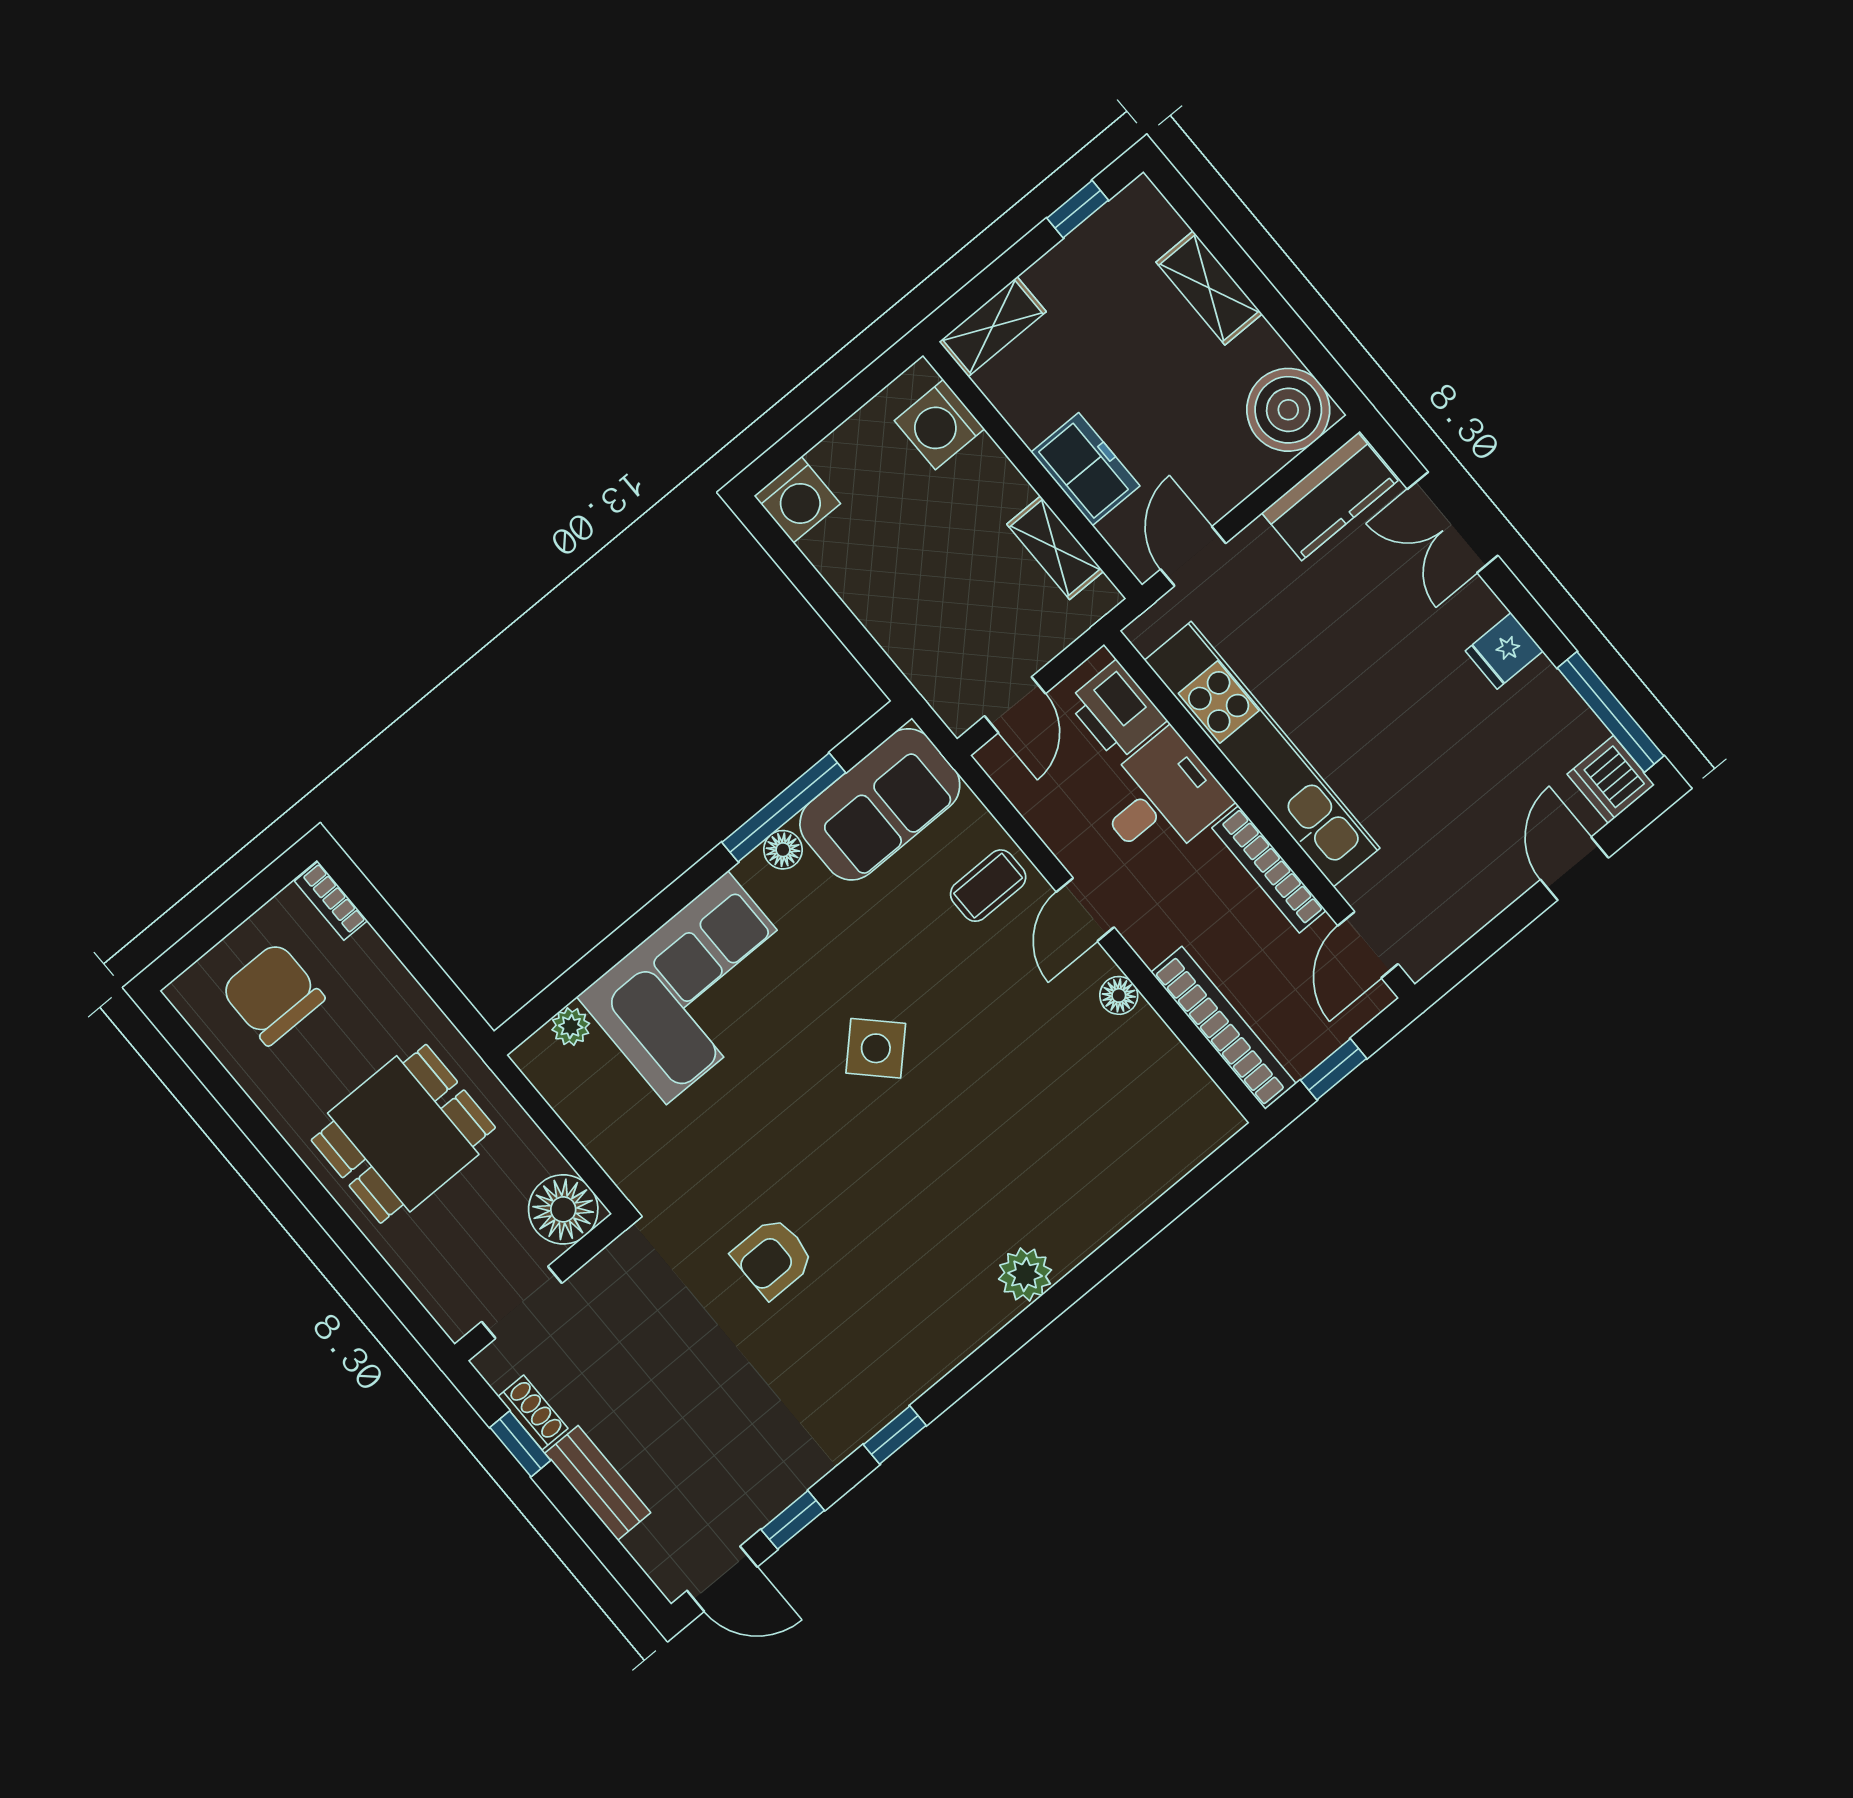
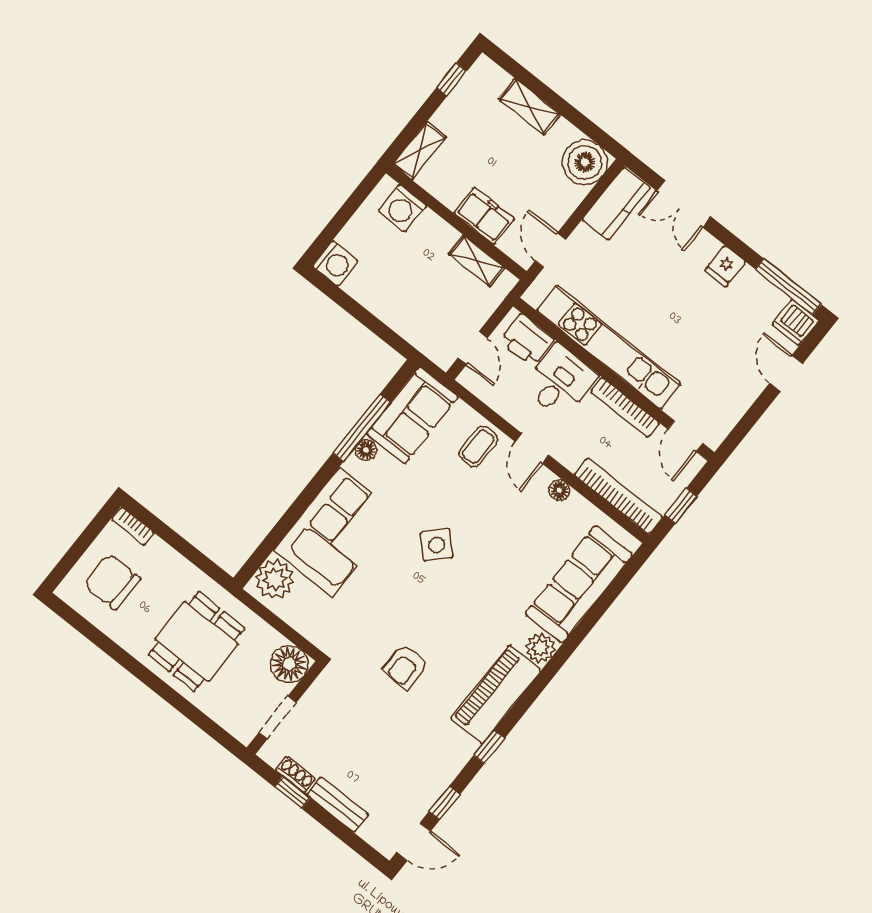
plant: (571, 1027) -> (275, 579), width x1.88, depth x1.88
sofa: (1119, 1173) -> (579, 584), added
piano: (927, 1342) -> (496, 694), added

